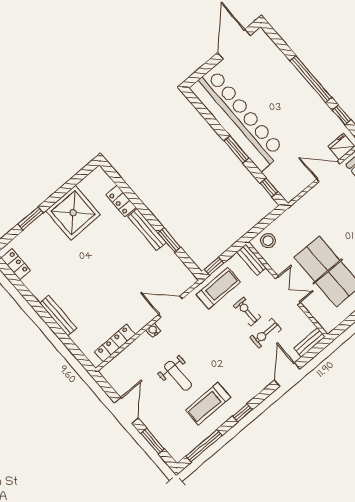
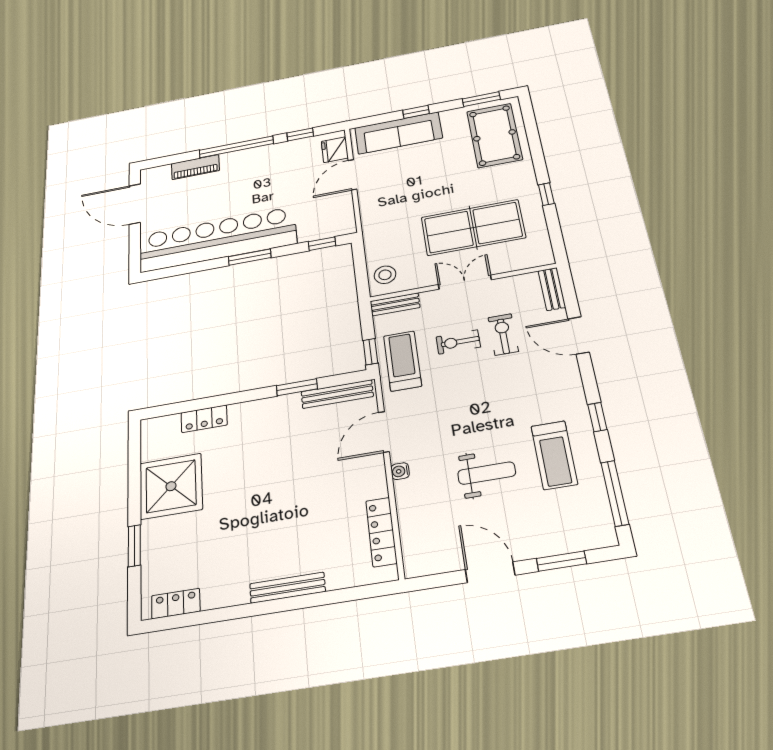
piano: (282, 63) -> (195, 167), added
bench: (147, 230) -> (337, 394), moved
exercise bike: (265, 333) -> (503, 334), turned 180

